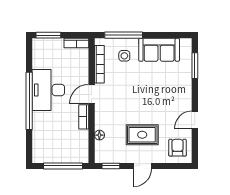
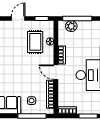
door: (92, 94) -> (56, 72), swing flipped
rug: (142, 135) -> (35, 42), moved, turned 90
plant: (71, 156) -> (71, 26), added

